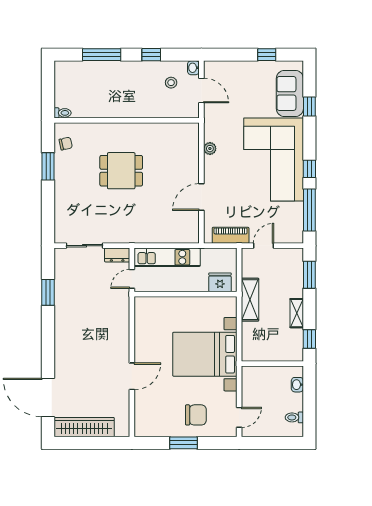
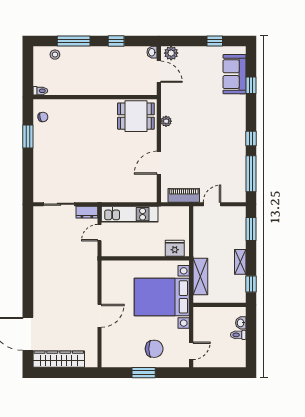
plant: (216, 69) -> (171, 53), added
stool: (171, 83) -> (55, 55), moved
corner sofa: (274, 160) -> (221, 131), removed
dining table: (121, 171) -> (136, 116), moved
fridge: (220, 282) -> (175, 248), moved
window: (48, 292) -> (28, 244), removed
wall: (185, 294) -> (145, 258), moved
shelving: (250, 300) -> (200, 277), moved
toilet: (294, 417) -> (238, 335), moved

